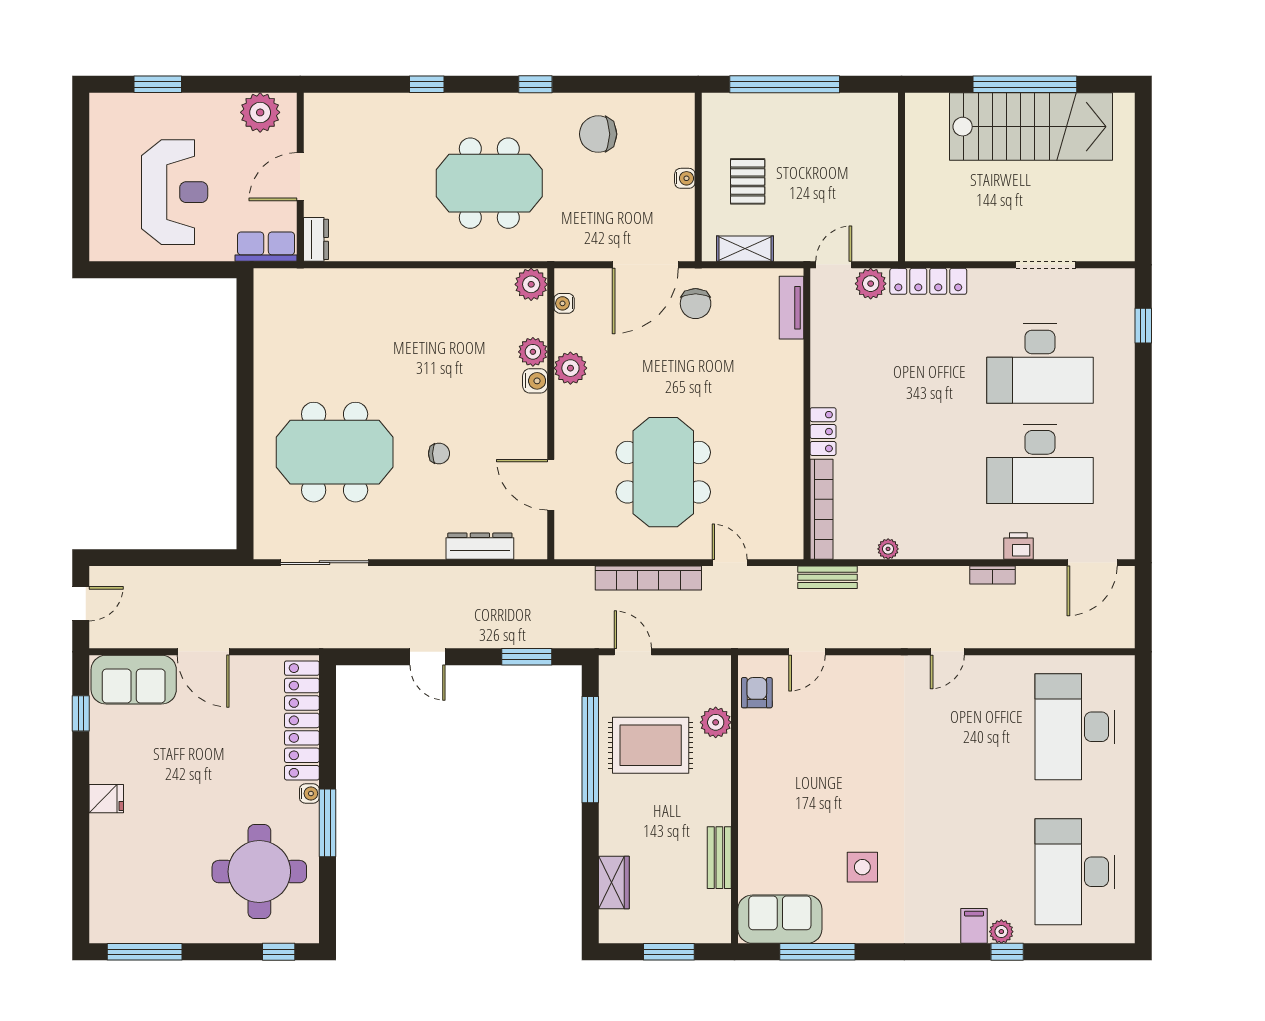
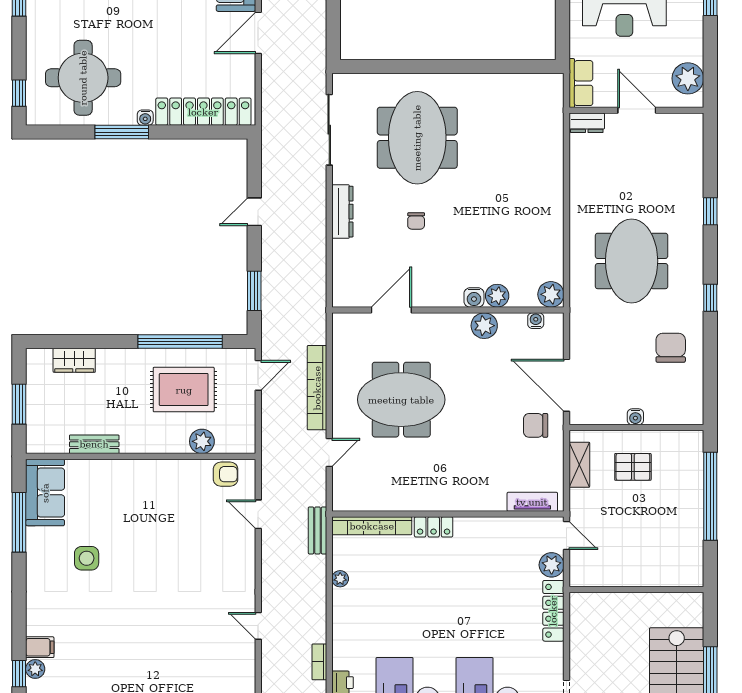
dresser: (480, 546) -> (342, 212), moved
rug: (651, 745) -> (184, 390), turned 90

